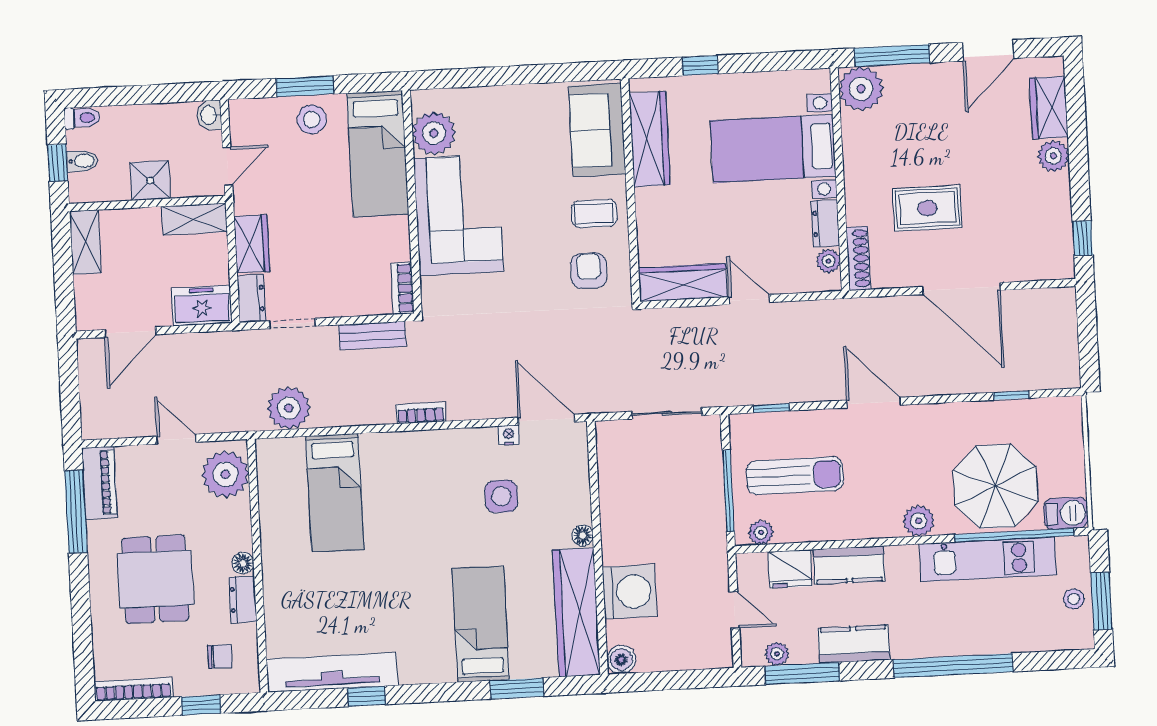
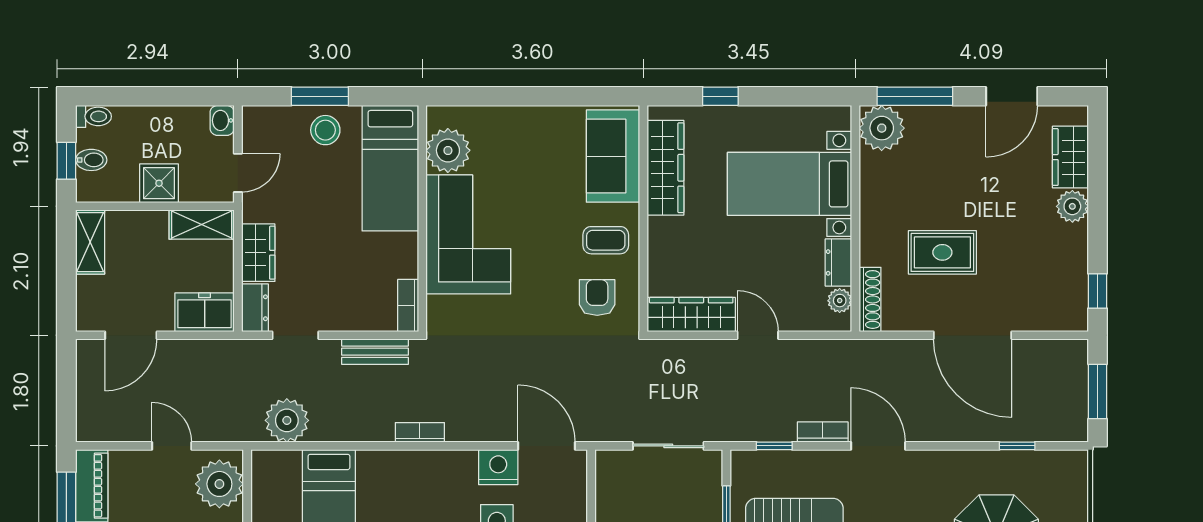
window: (1088, 338) -> (1097, 392), added
bookcase: (819, 392) -> (823, 432), added
nightstand: (509, 435) -> (498, 467), width x1.89, depth x1.79

